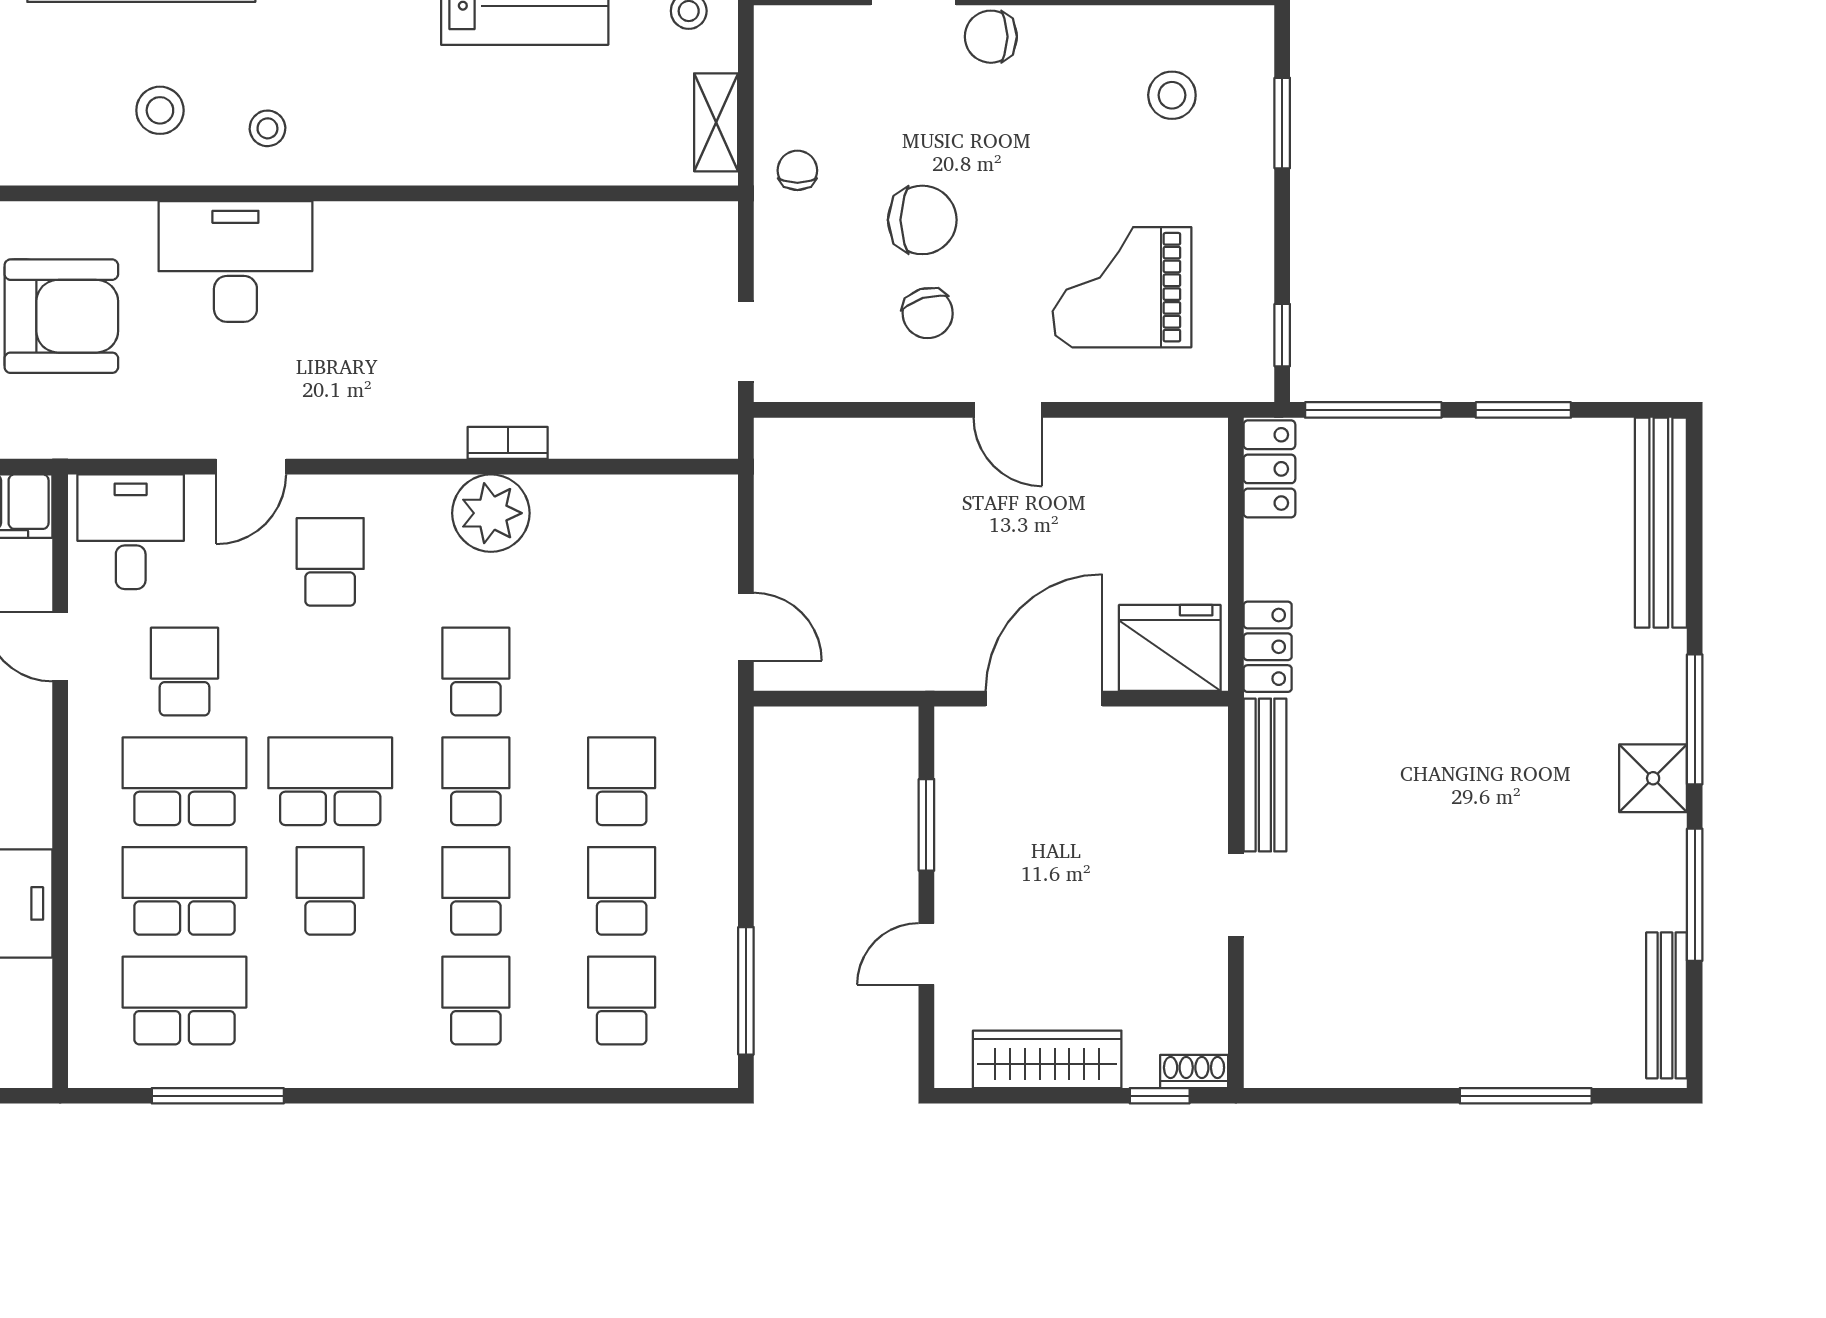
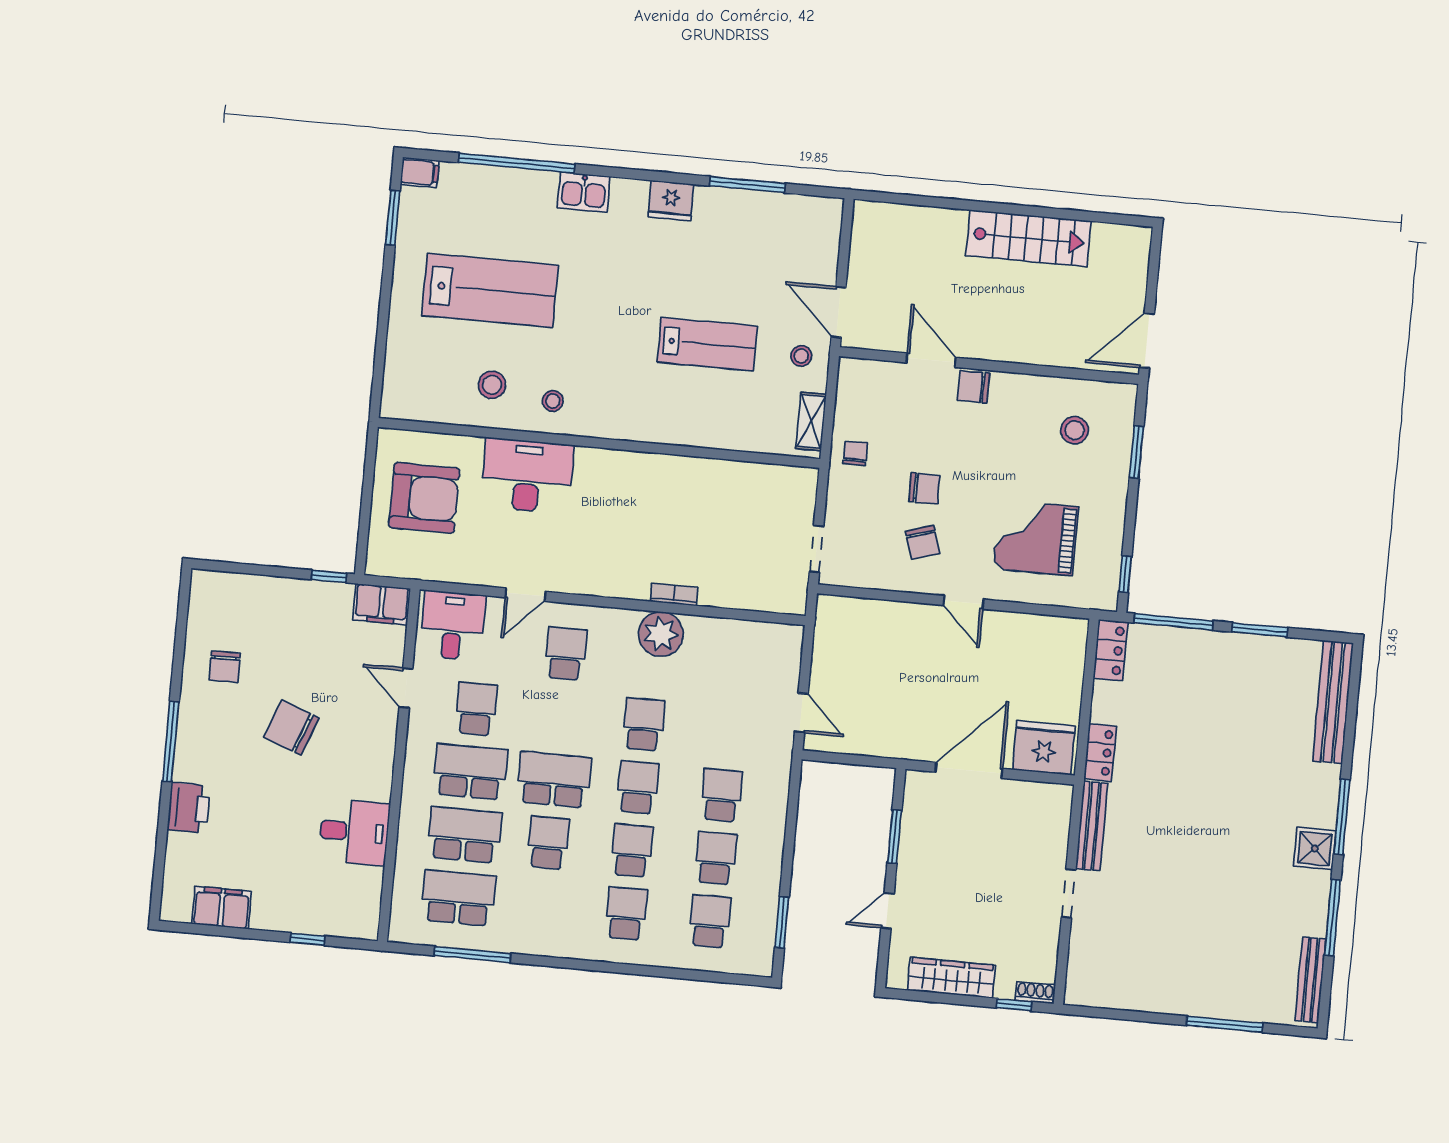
chair: (922, 220) -> (924, 489), width x0.73, depth x0.73
window: (746, 991) -> (782, 922), width x0.69

